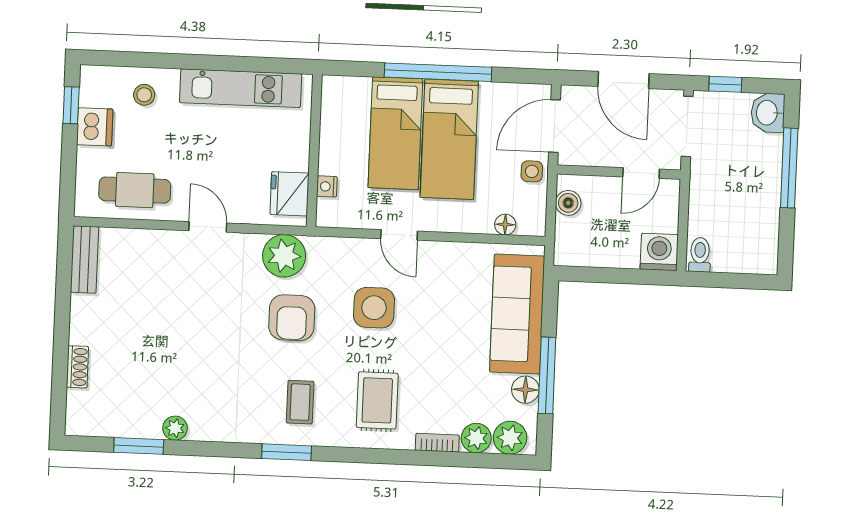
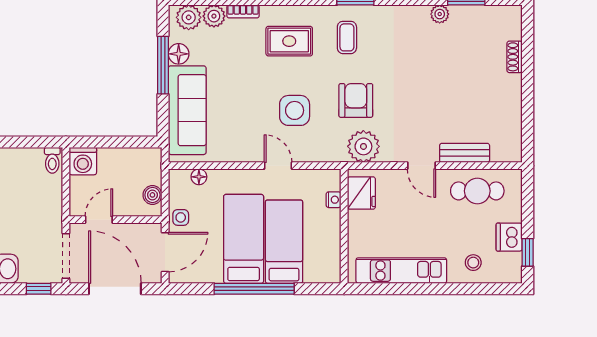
door: (623, 80) -> (115, 289), width x1.36
bench: (85, 259) -> (465, 153), moved, turned 90
rug: (377, 400) -> (289, 41), turned 90

